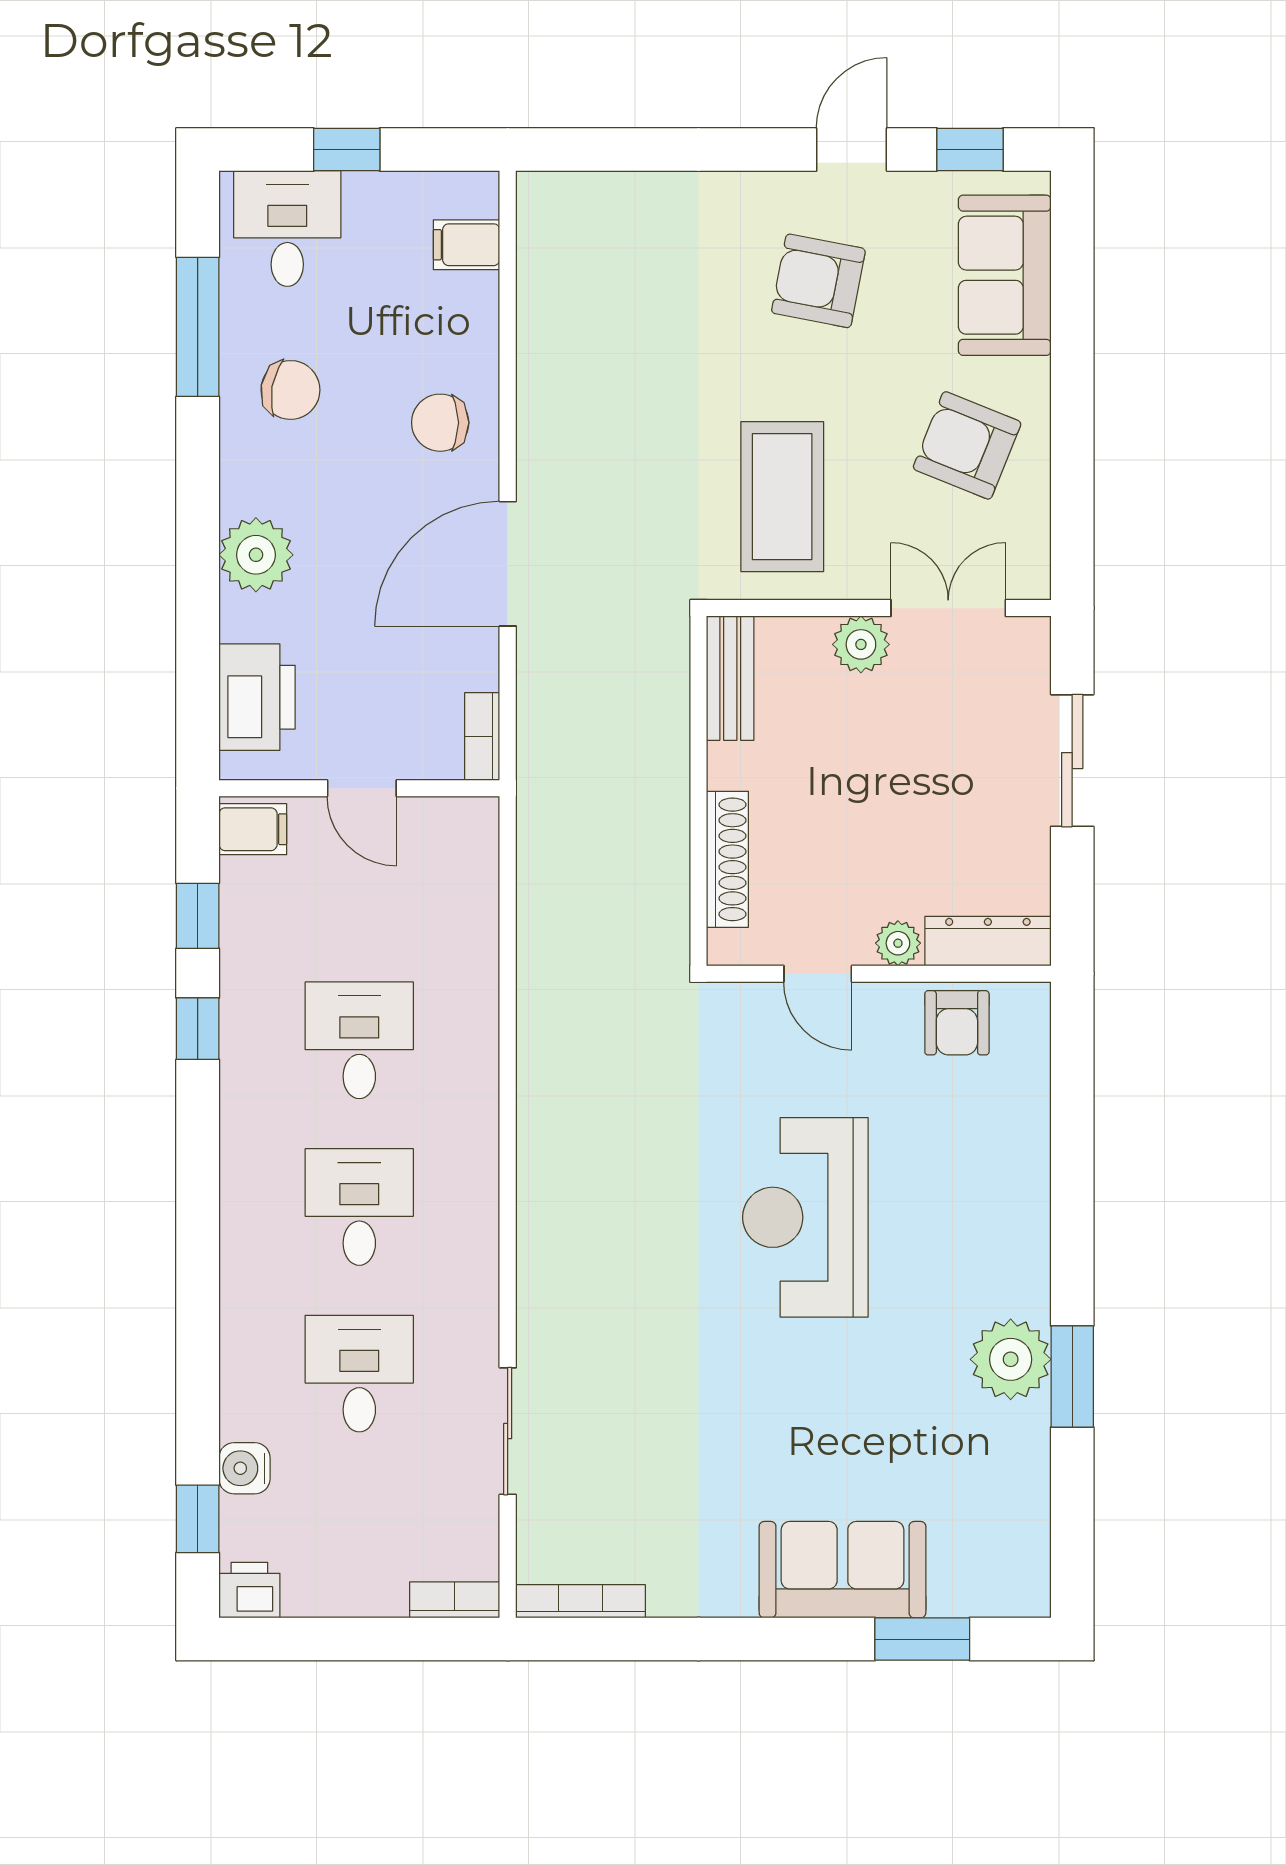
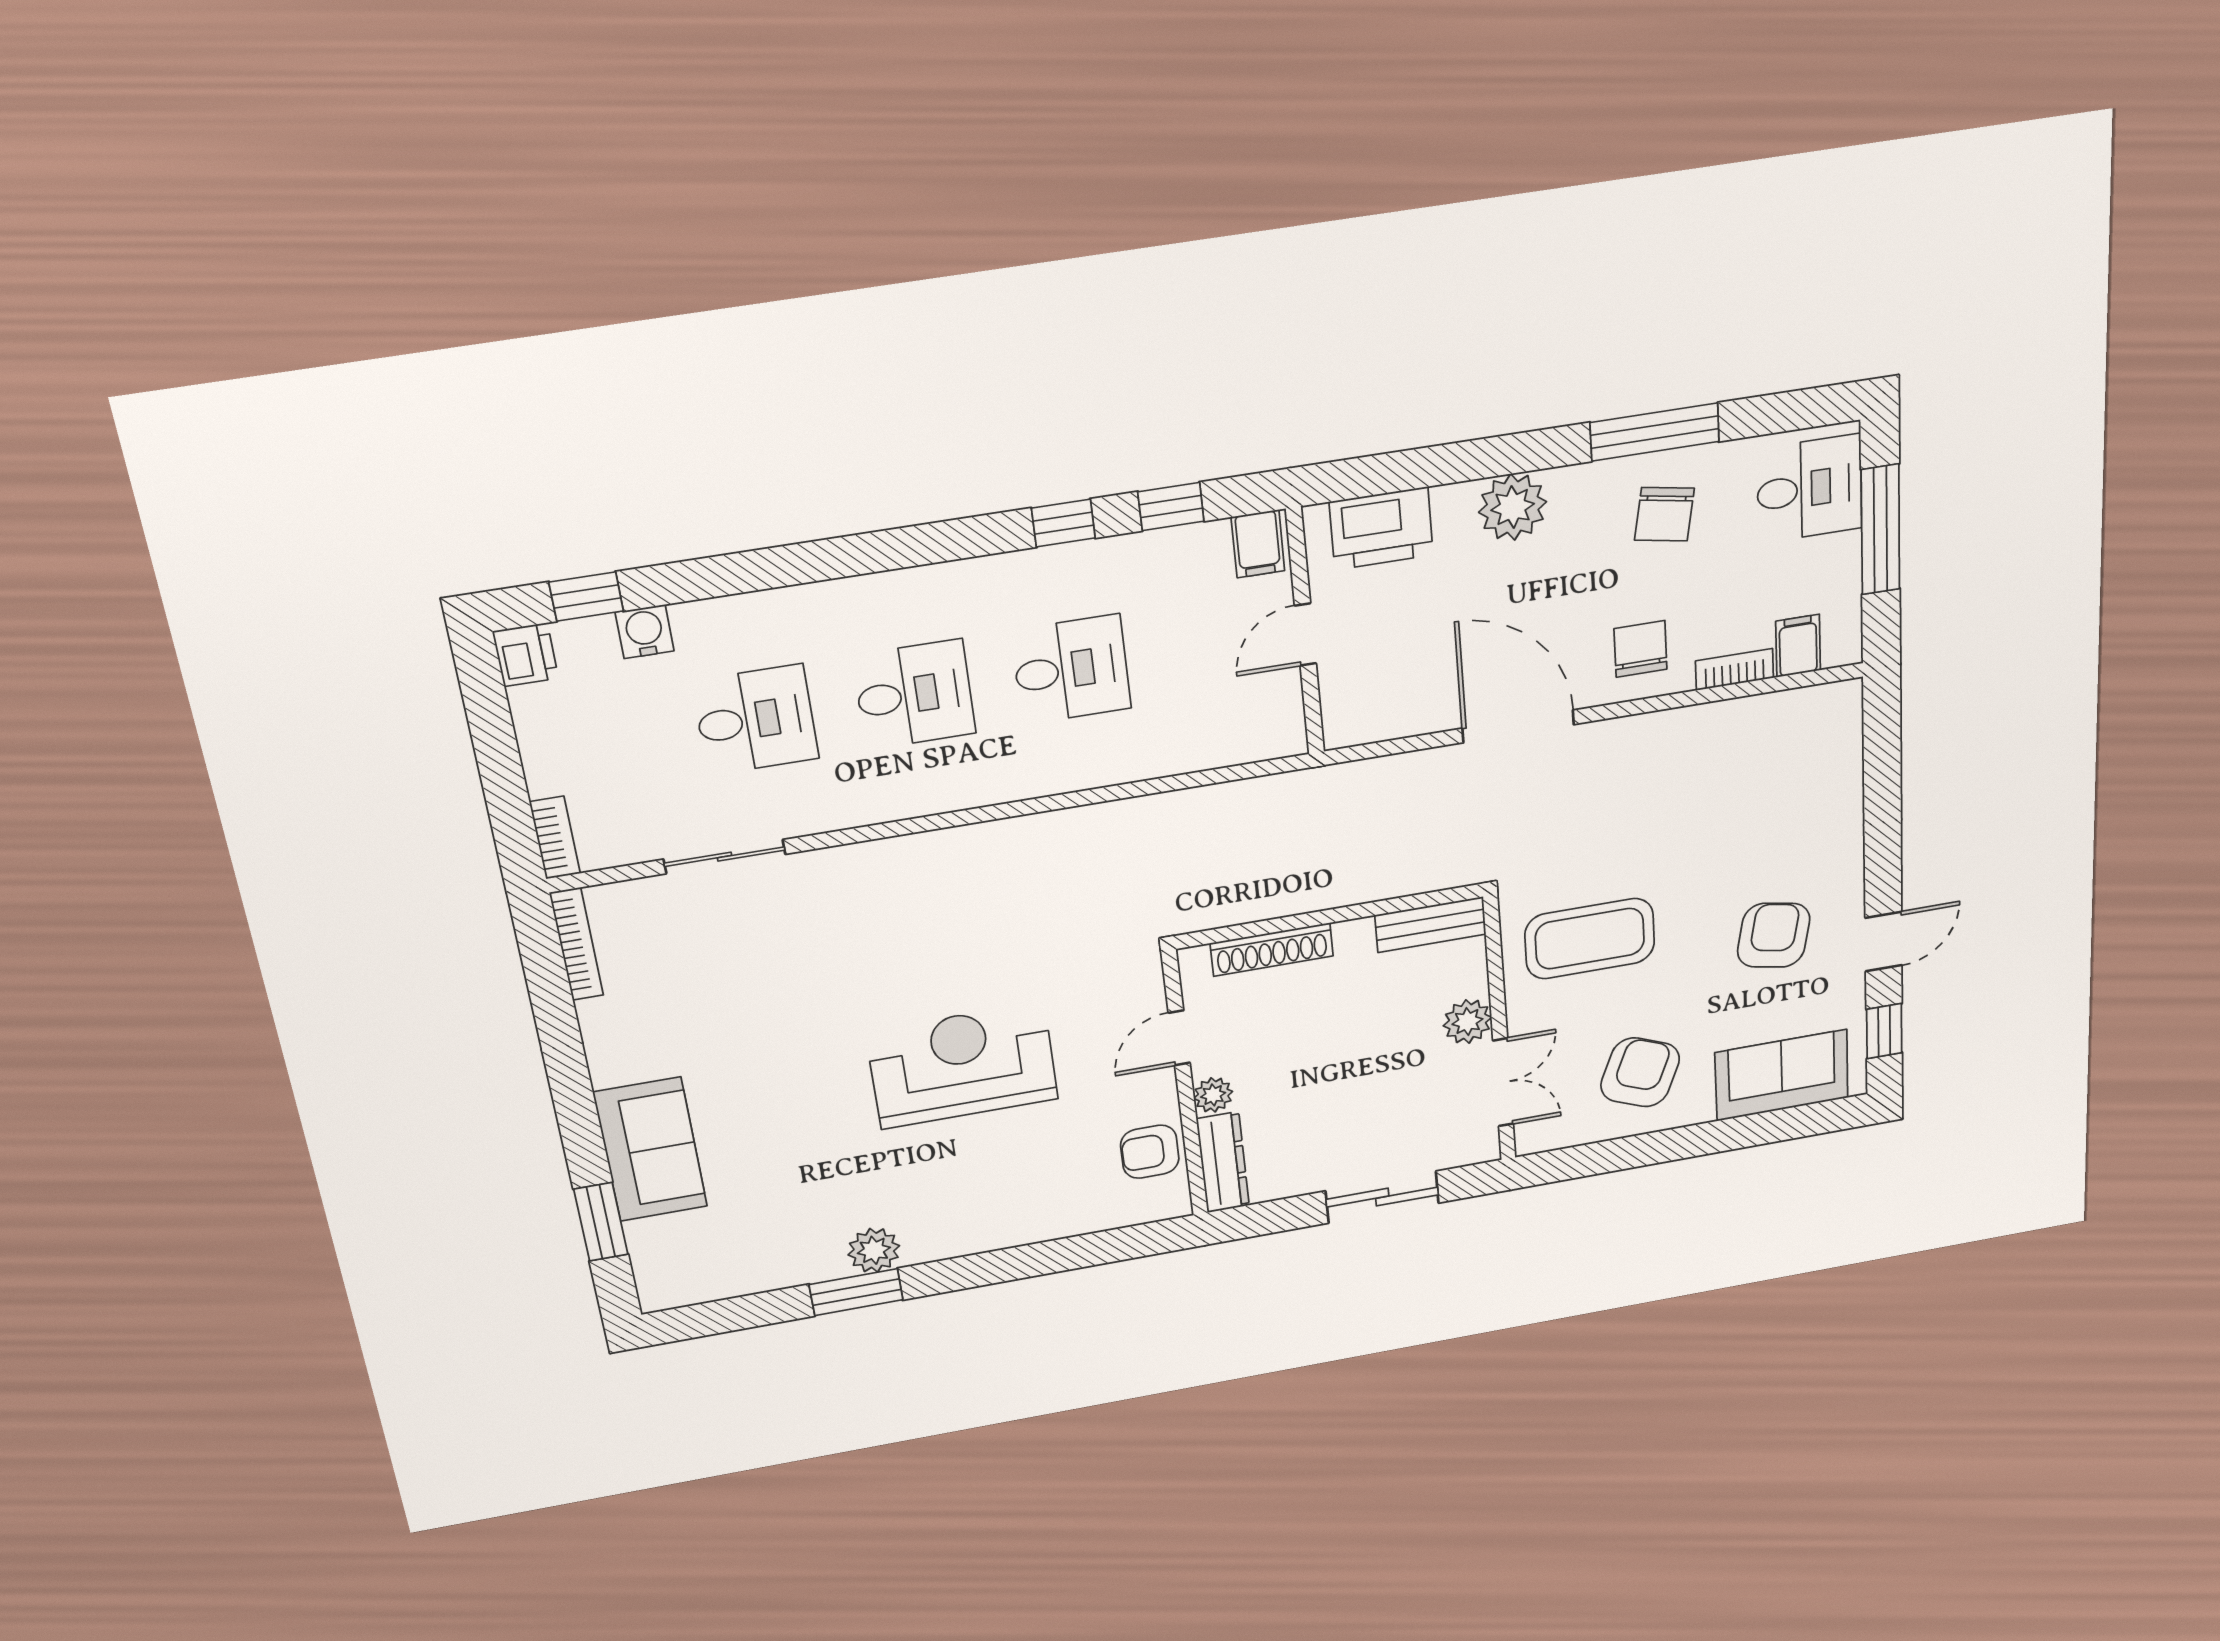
window: (347, 150) -> (1880, 530), width x2.17
door: (852, 150) -> (1884, 942), hinge flipped
window: (198, 327) -> (1655, 432), moved
bookcase: (482, 736) -> (1734, 669), moved
plant: (1011, 1359) -> (874, 1250), width x0.73, depth x0.73

